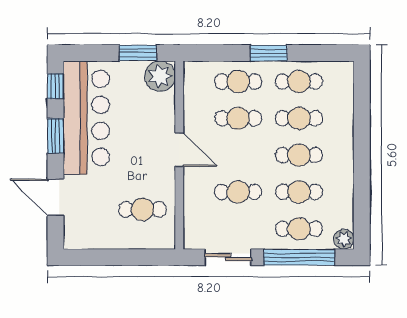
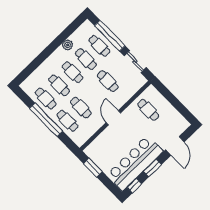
window: (269, 53) -> (46, 120), width x2.11
plant: (160, 76) -> (93, 151), removed
plant: (344, 239) -> (68, 45), moved

